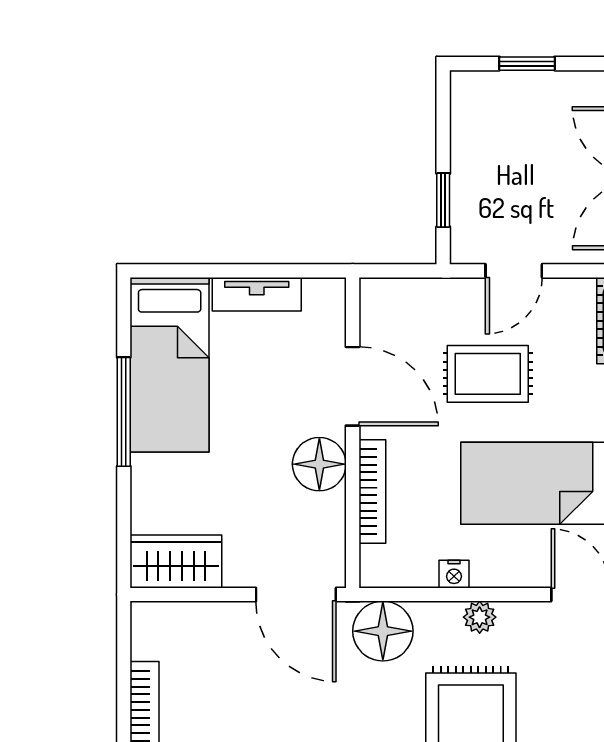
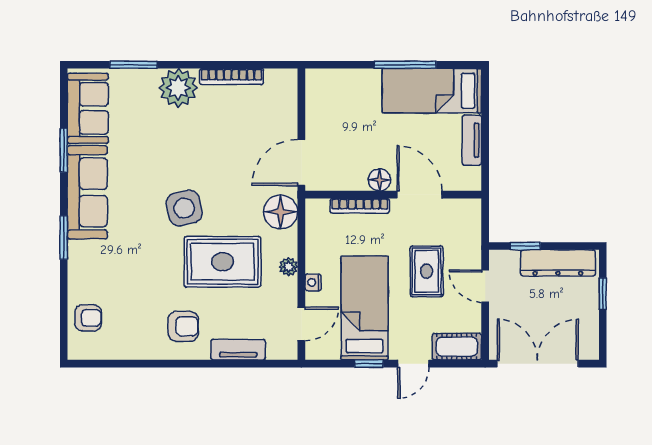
dresser: (473, 142) -> (558, 263), added
door: (353, 386) -> (420, 195), swing flipped
floor lamp: (319, 464) -> (379, 180), width x0.73, depth x0.73
wardrobe: (176, 562) -> (320, 94), removed
nightstand: (454, 574) -> (313, 282), moved

